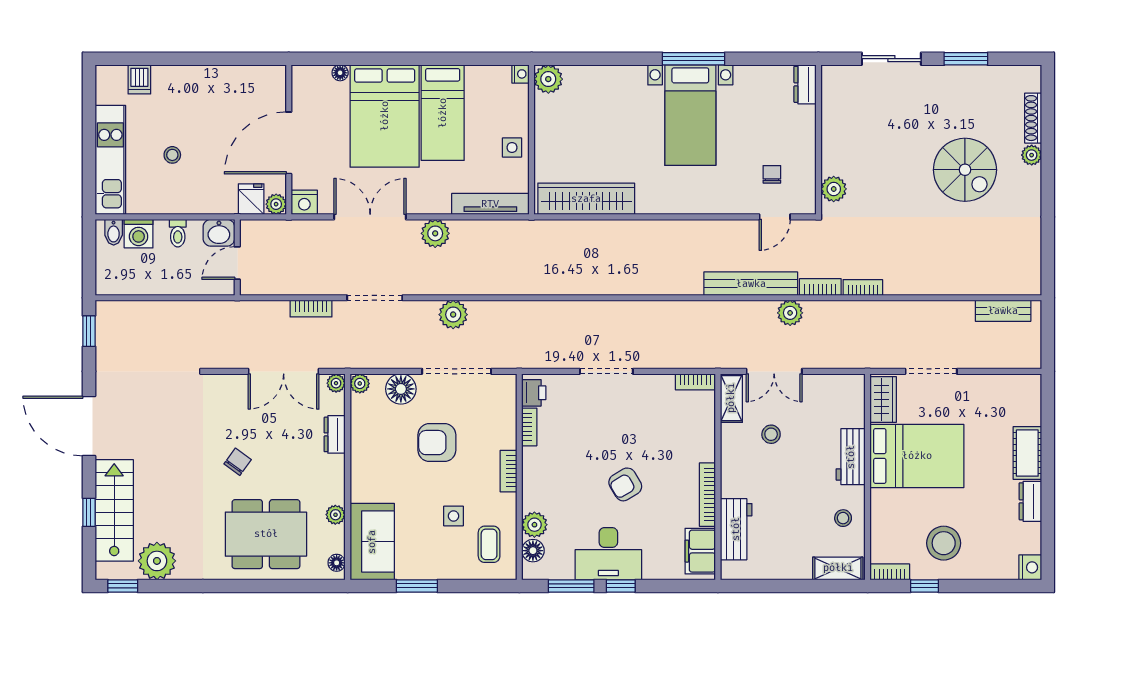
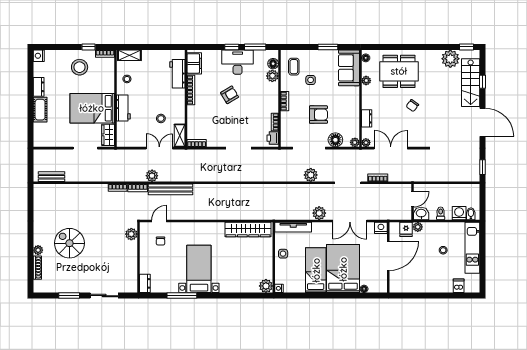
window: (693, 59) -> (182, 296), moved
plant: (276, 204) -> (418, 227), moved

